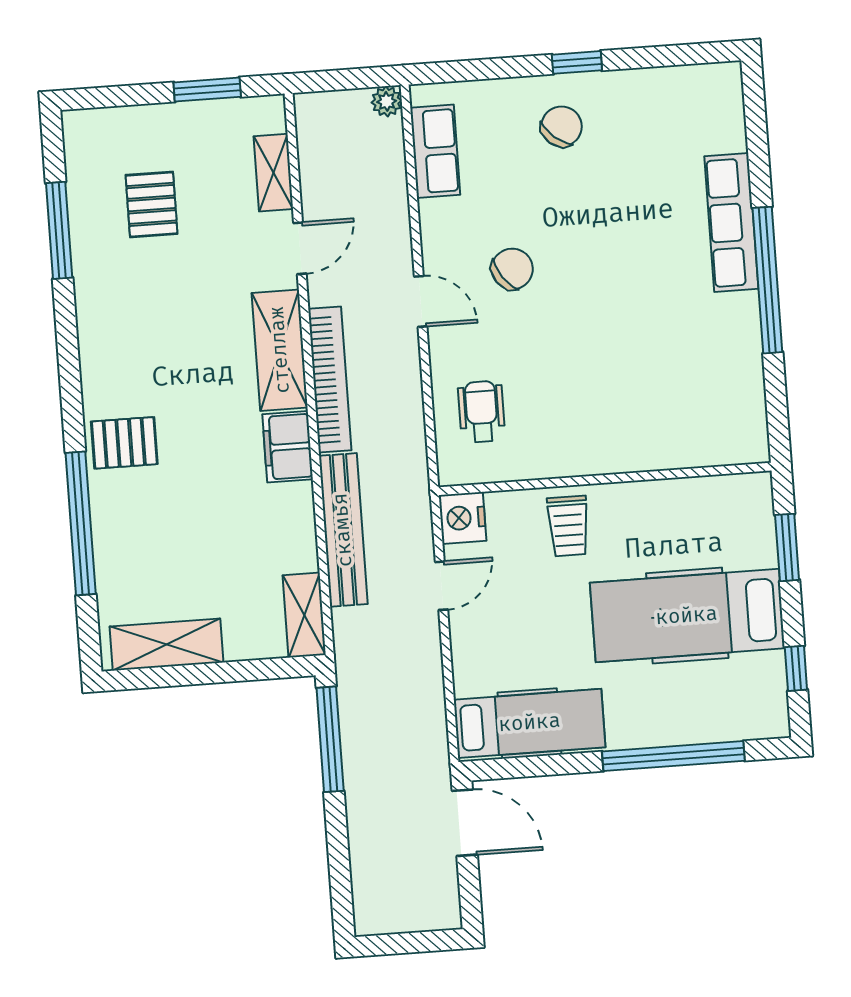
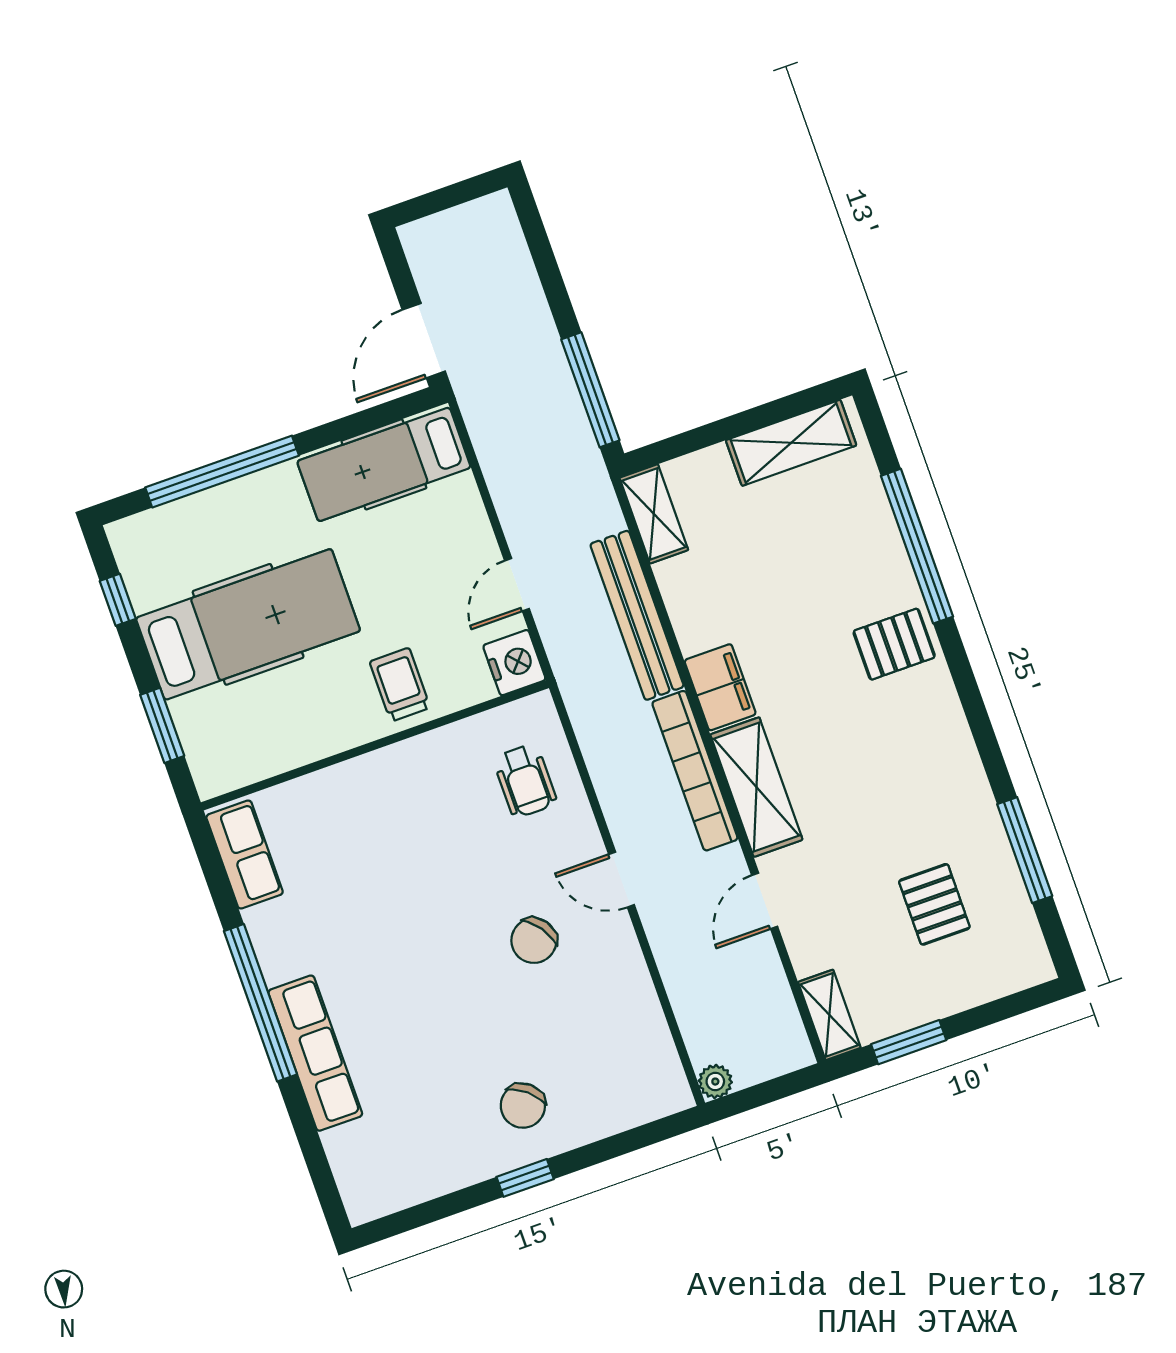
row of seats: (435, 151) -> (245, 855), moved, turned 180
shelving: (273, 173) -> (829, 1015), moved
door: (465, 823) -> (424, 341), hinge flipped

